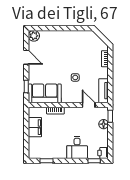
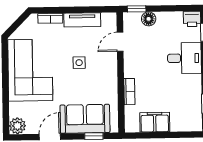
corner sofa: (71, 45) -> (30, 70), added
tv unit: (104, 91) -> (82, 20), moved
sofa: (45, 93) -> (85, 119), moved, turned 90

